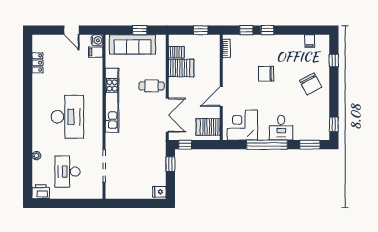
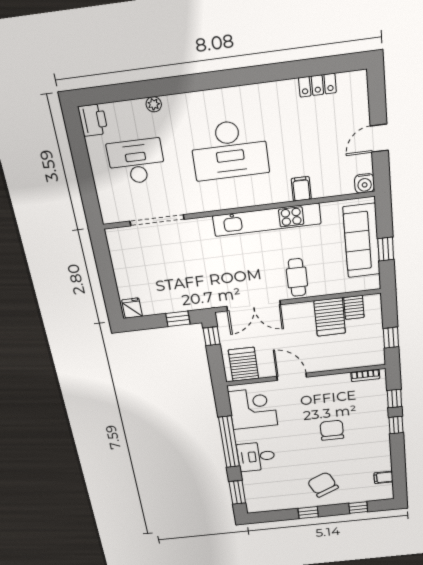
filing cabinet: (96, 52) -> (301, 189), moved
chair: (311, 84) -> (323, 485), turned 93
window: (334, 124) -> (308, 513), moved

